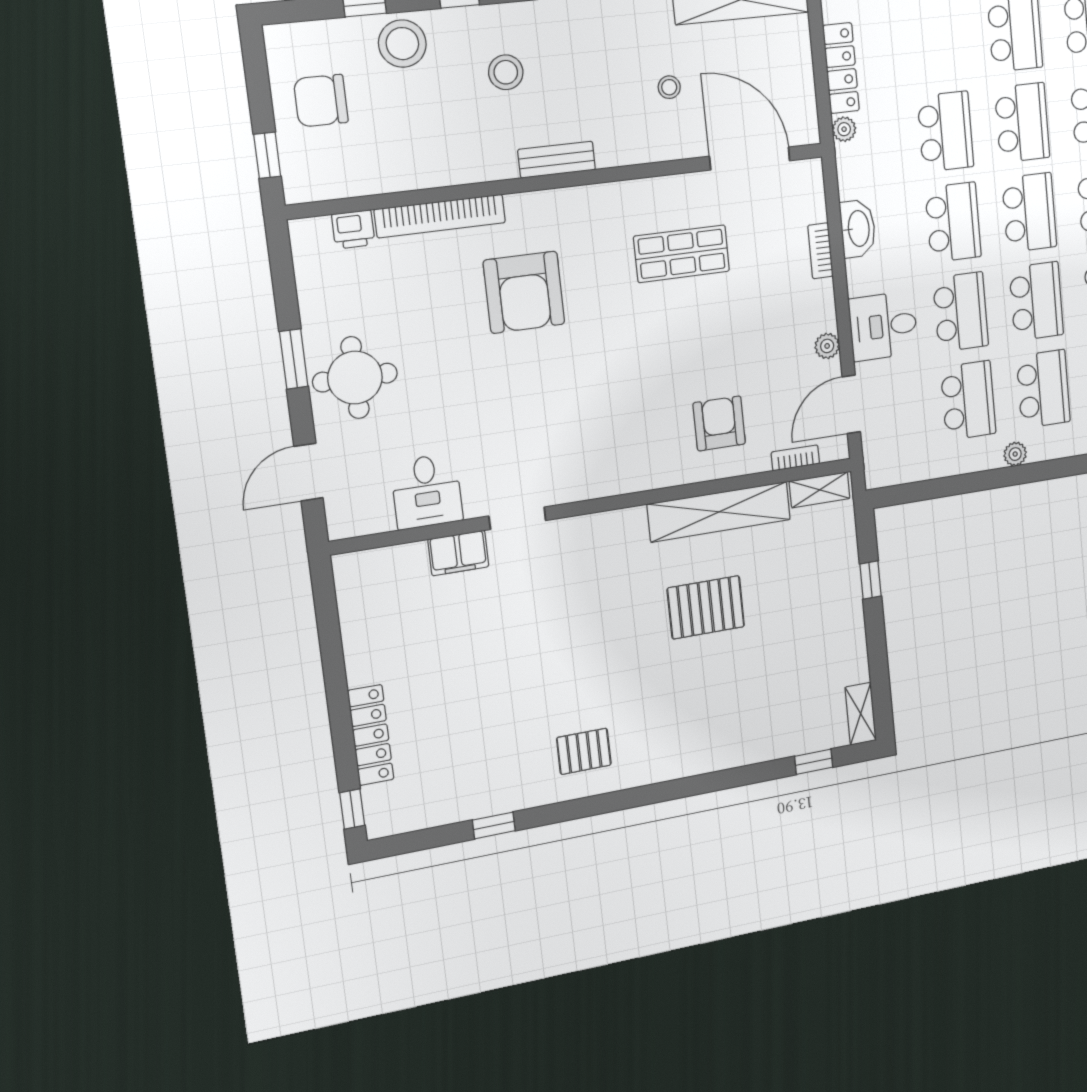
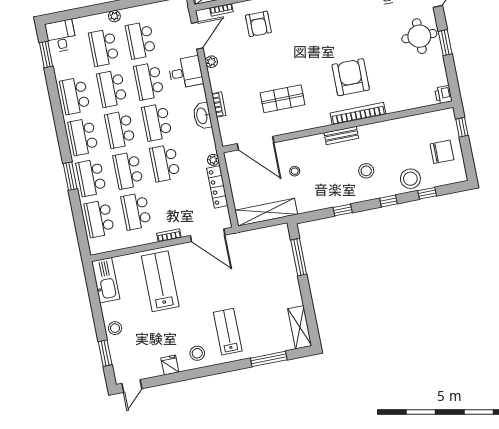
bookcase: (440, 216) -> (358, 114), moved
printer: (353, 229) -> (443, 95), moved, turned -90

